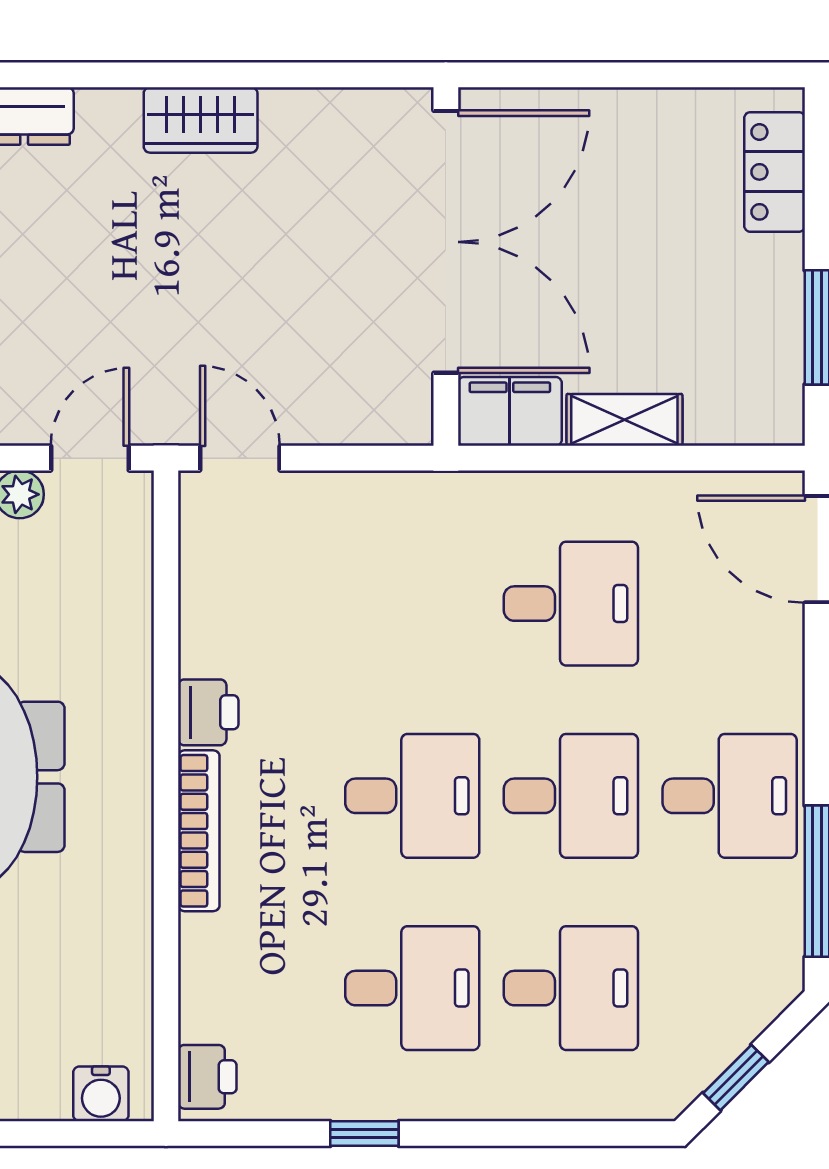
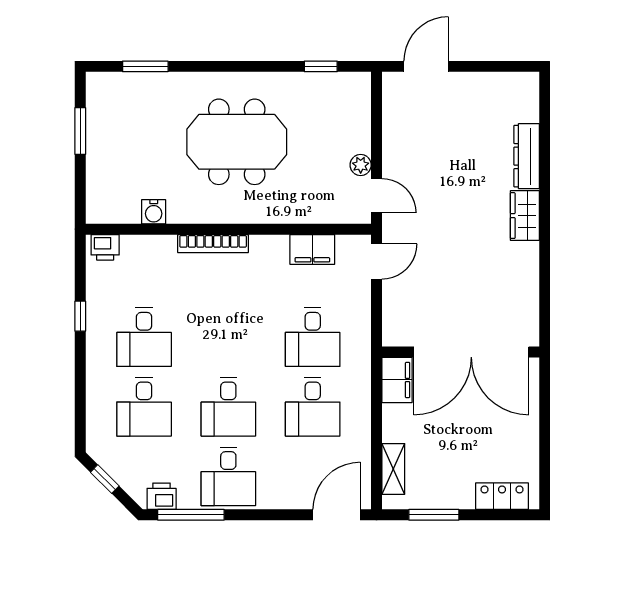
wardrobe: (201, 120) -> (525, 216), moved
shelving: (624, 420) -> (393, 469), moved
filing cabinet: (212, 604) -> (312, 249), added
printer: (208, 712) -> (162, 496), moved, turned 180
desk: (412, 796) -> (313, 337), moved
water cooler: (101, 1094) -> (154, 212), moved, turned -90

